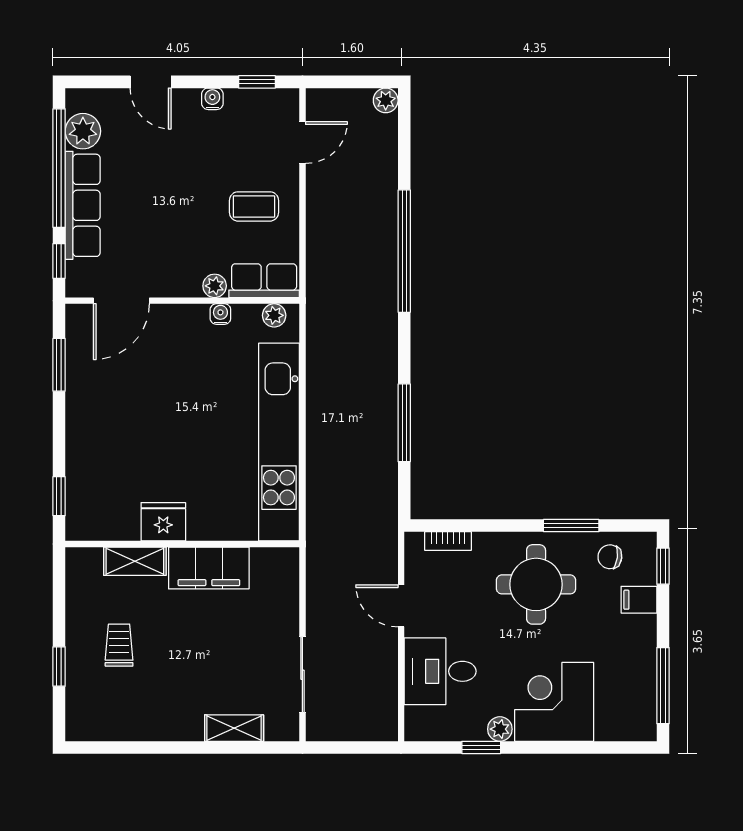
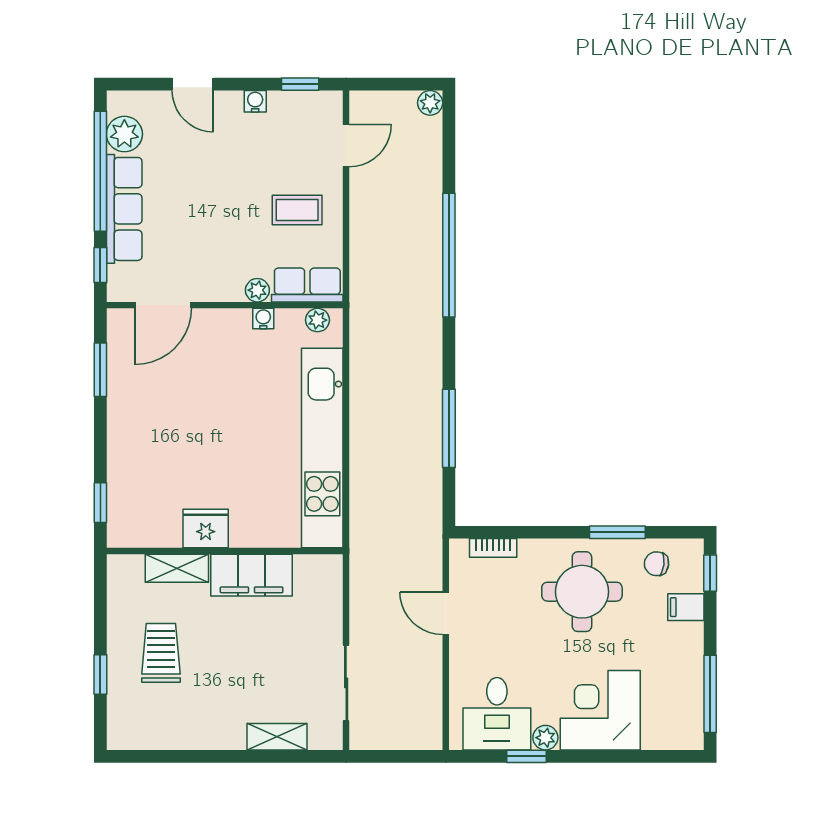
trolley: (119, 645) -> (161, 653), width x1.36, depth x1.39
desk: (440, 671) -> (497, 714), moved, turned -90

